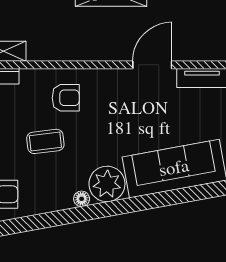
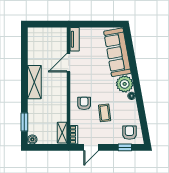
door: (152, 65) -> (69, 63), hinge flipped

